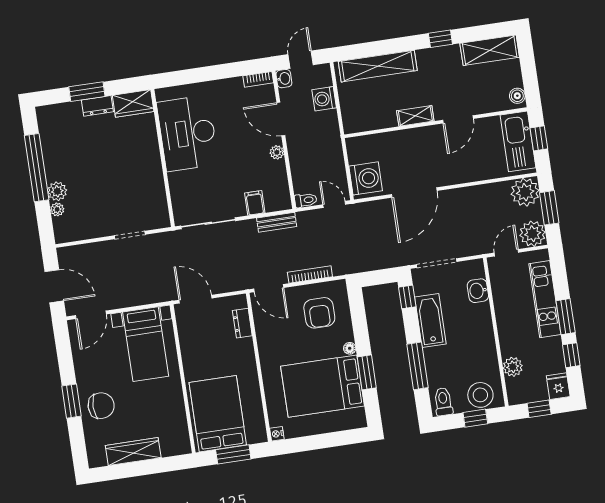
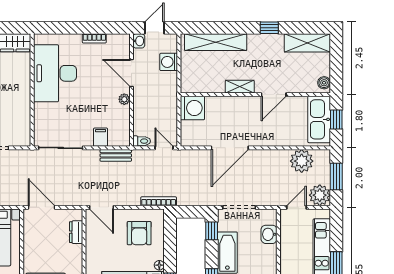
bookcase: (258, 79) -> (94, 38), moved
washing machine: (366, 178) -> (192, 108), moved
plant: (525, 192) -> (302, 161), moved
bookcase: (310, 274) -> (159, 201), moved

